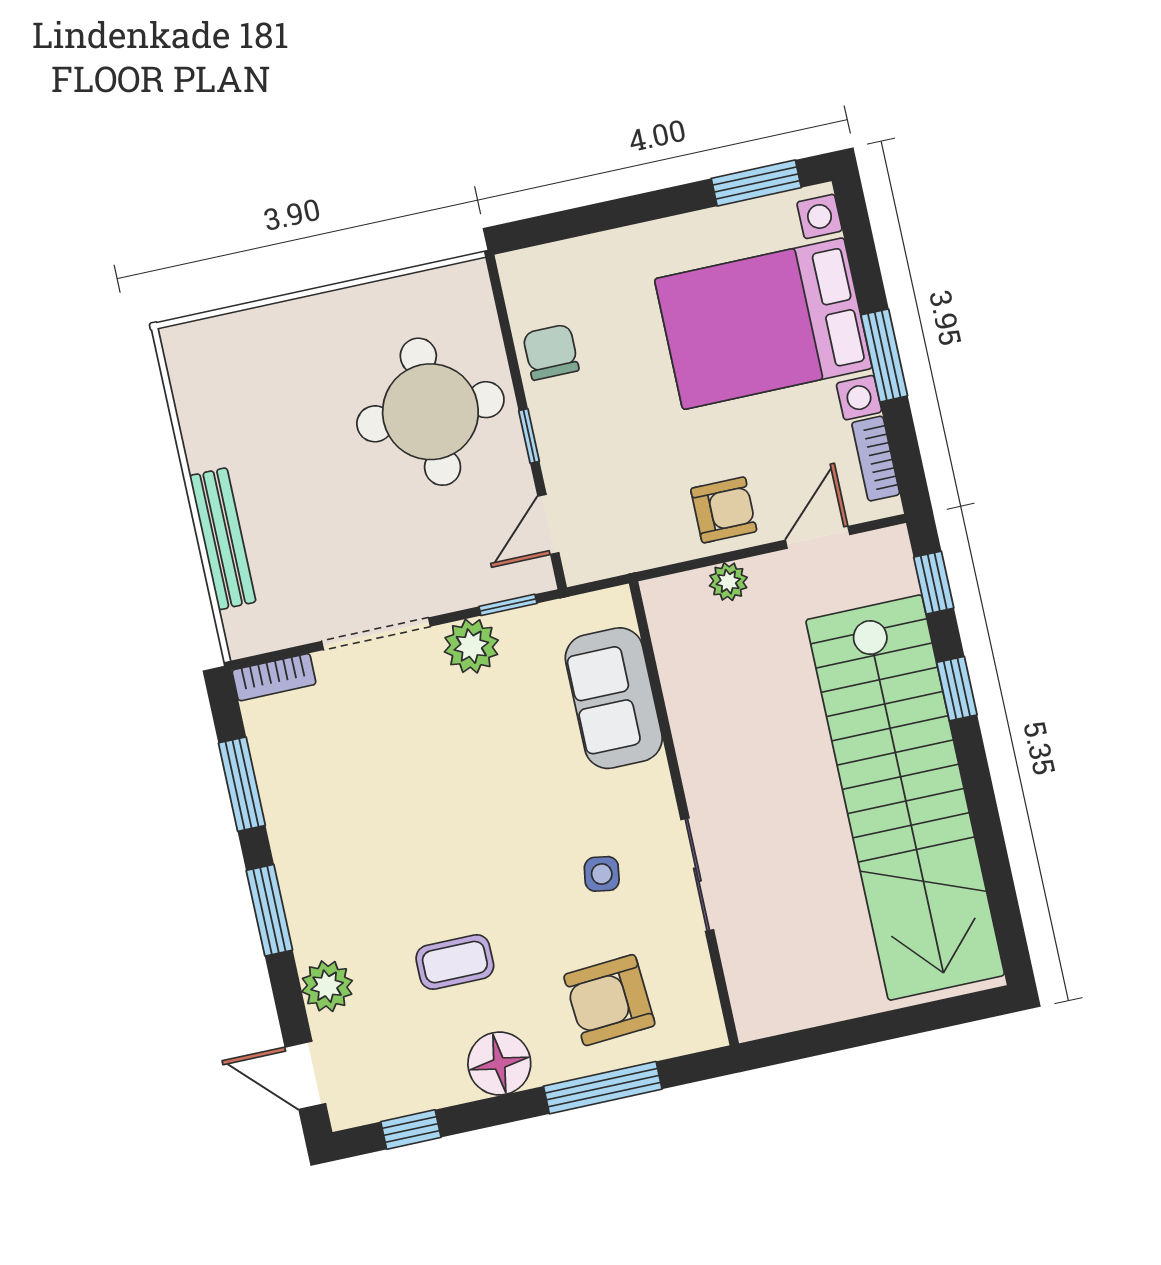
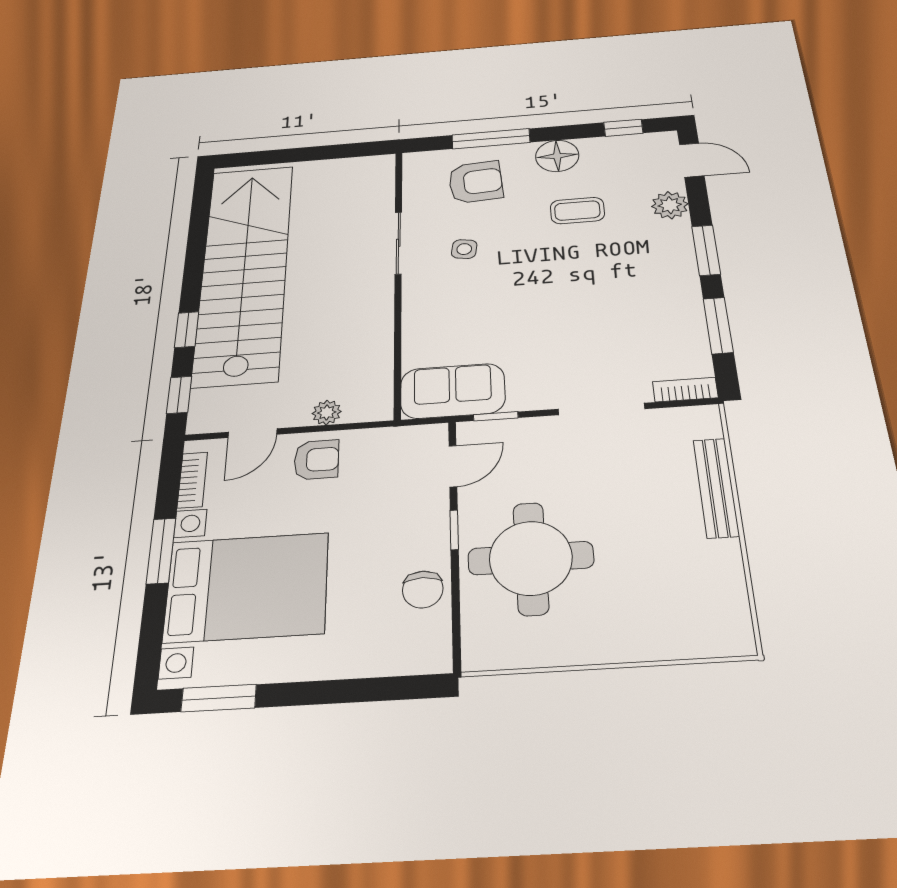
armchair: (724, 510) -> (316, 460), turned 180
plant: (471, 646) -> (529, 393), removed
sofa: (614, 698) -> (453, 391), moved, turned -90

